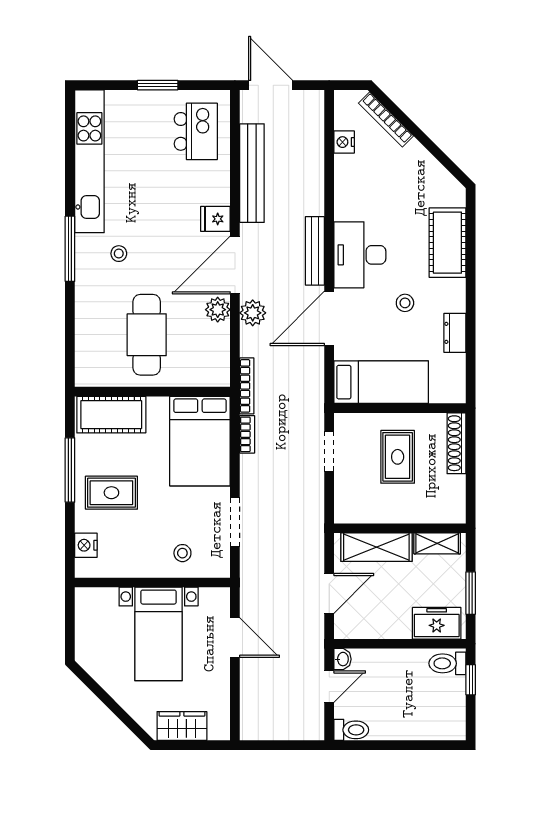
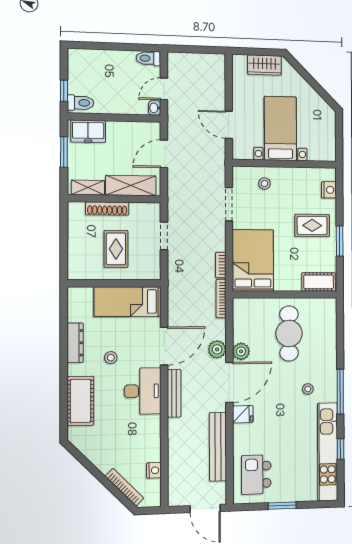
window: (70, 165) -> (340, 449), added
dresser: (455, 333) -> (75, 343), width x1.44
cot: (111, 415) -> (319, 282), width x0.73, depth x0.75
shoe rack: (457, 443) -> (107, 208), moved, turned 90
doorway: (329, 451) -> (164, 236), moved
window: (70, 470) -> (340, 241), width x0.69

